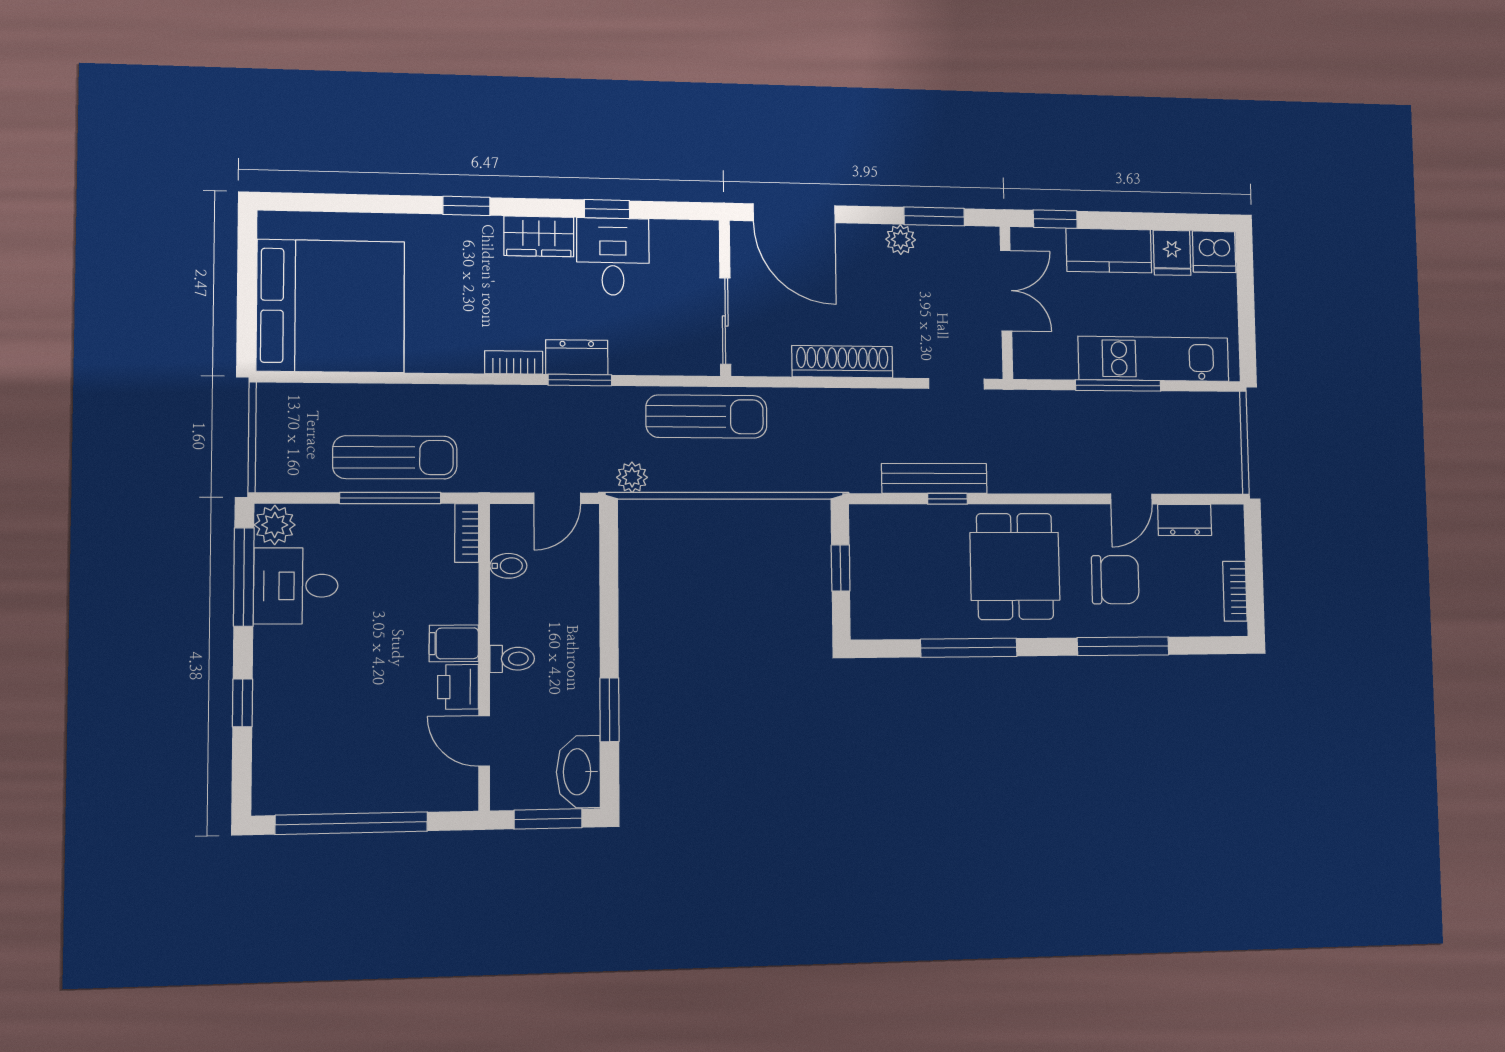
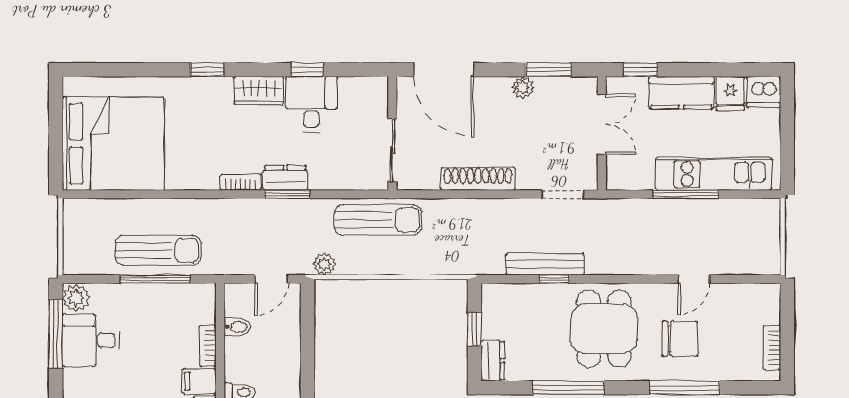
dresser: (1185, 520) -> (493, 361), moved, turned -90
bookcase: (467, 533) -> (208, 346), moved

